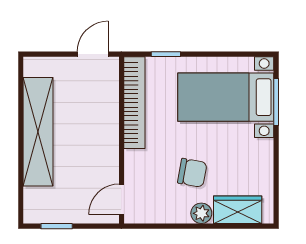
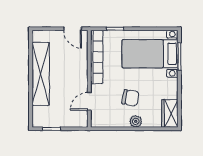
door: (93, 54) -> (73, 29), swing flipped
door: (121, 199) -> (89, 101), moved
wardrobe: (238, 210) -> (170, 113), moved, turned -90

